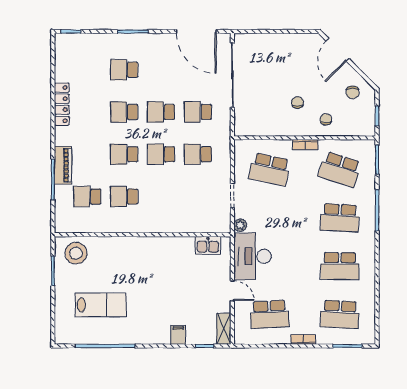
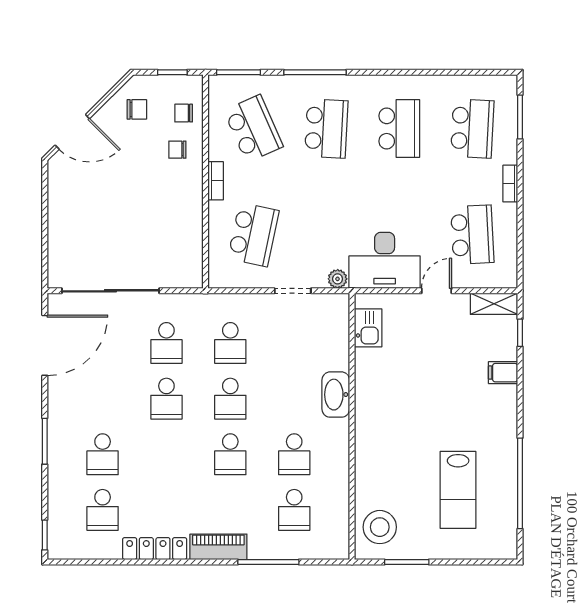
chair: (298, 102) -> (184, 113), moved
school desk: (124, 112) -> (103, 510), moved
piano: (63, 165) -> (218, 547), moved
school desk: (340, 169) -> (253, 129), turned -42
washbasin: (164, 224) -> (336, 395), added
lab bench: (101, 305) -> (458, 490), turned 180

